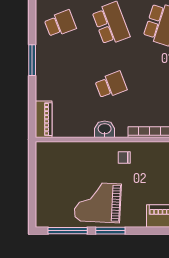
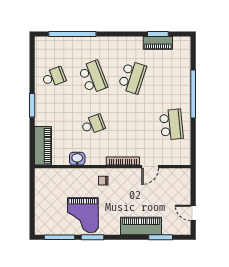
piano: (44, 119) -> (43, 146), width x1.37, depth x1.33
washbasin: (105, 129) -> (77, 159), moved
grand piano: (98, 202) -> (83, 215), turned -93

